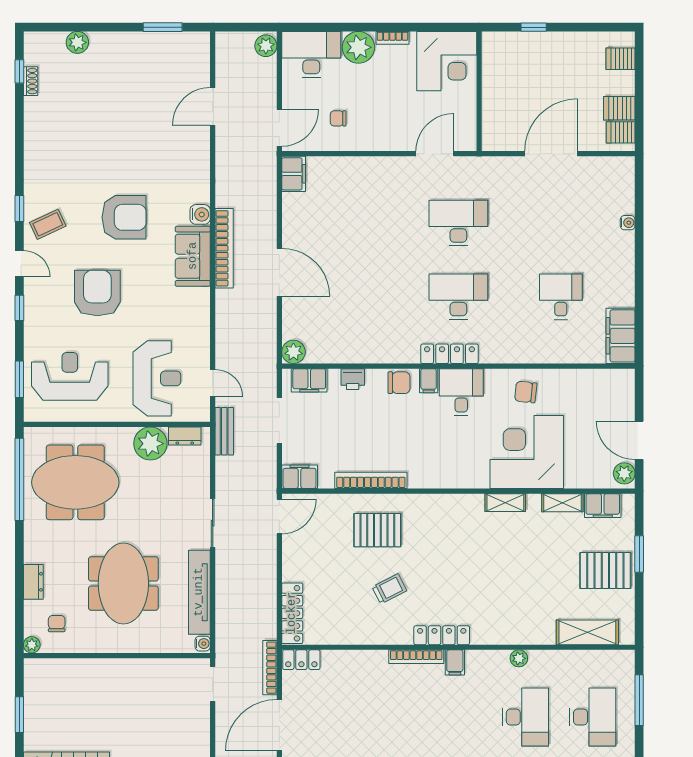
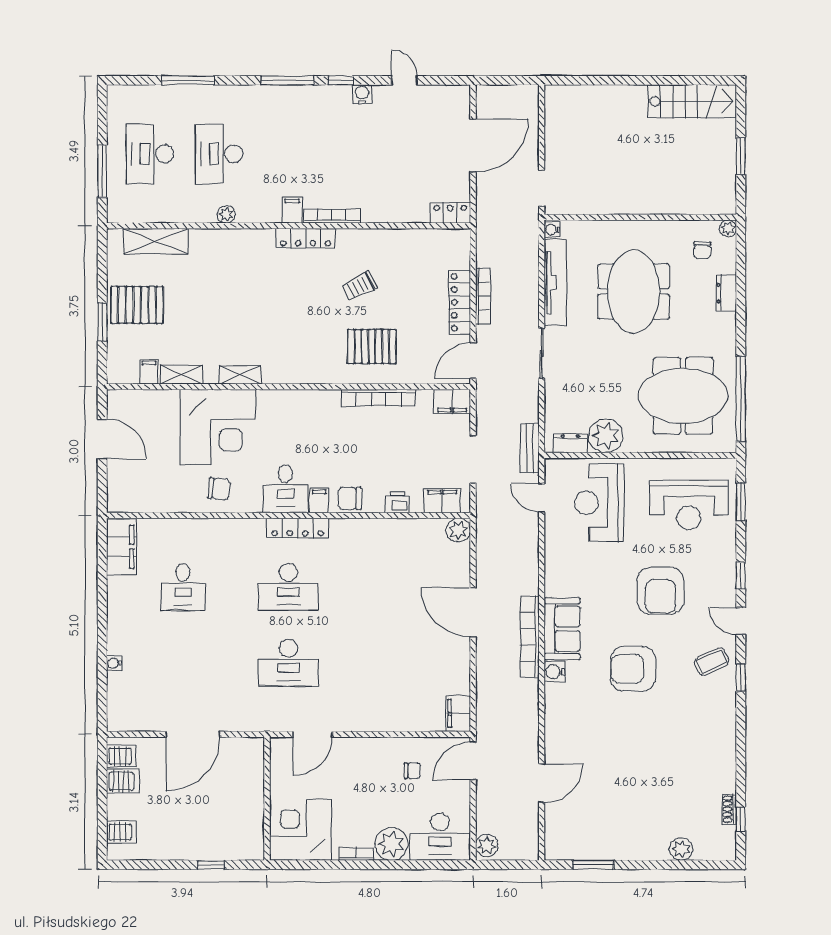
plant: (624, 473) -> (118, 405), removed
filing cabinet: (603, 506) -> (149, 372), width x0.50
locker: (292, 613) -> (460, 302), moved
bookcase: (270, 668) -> (483, 296), moved

